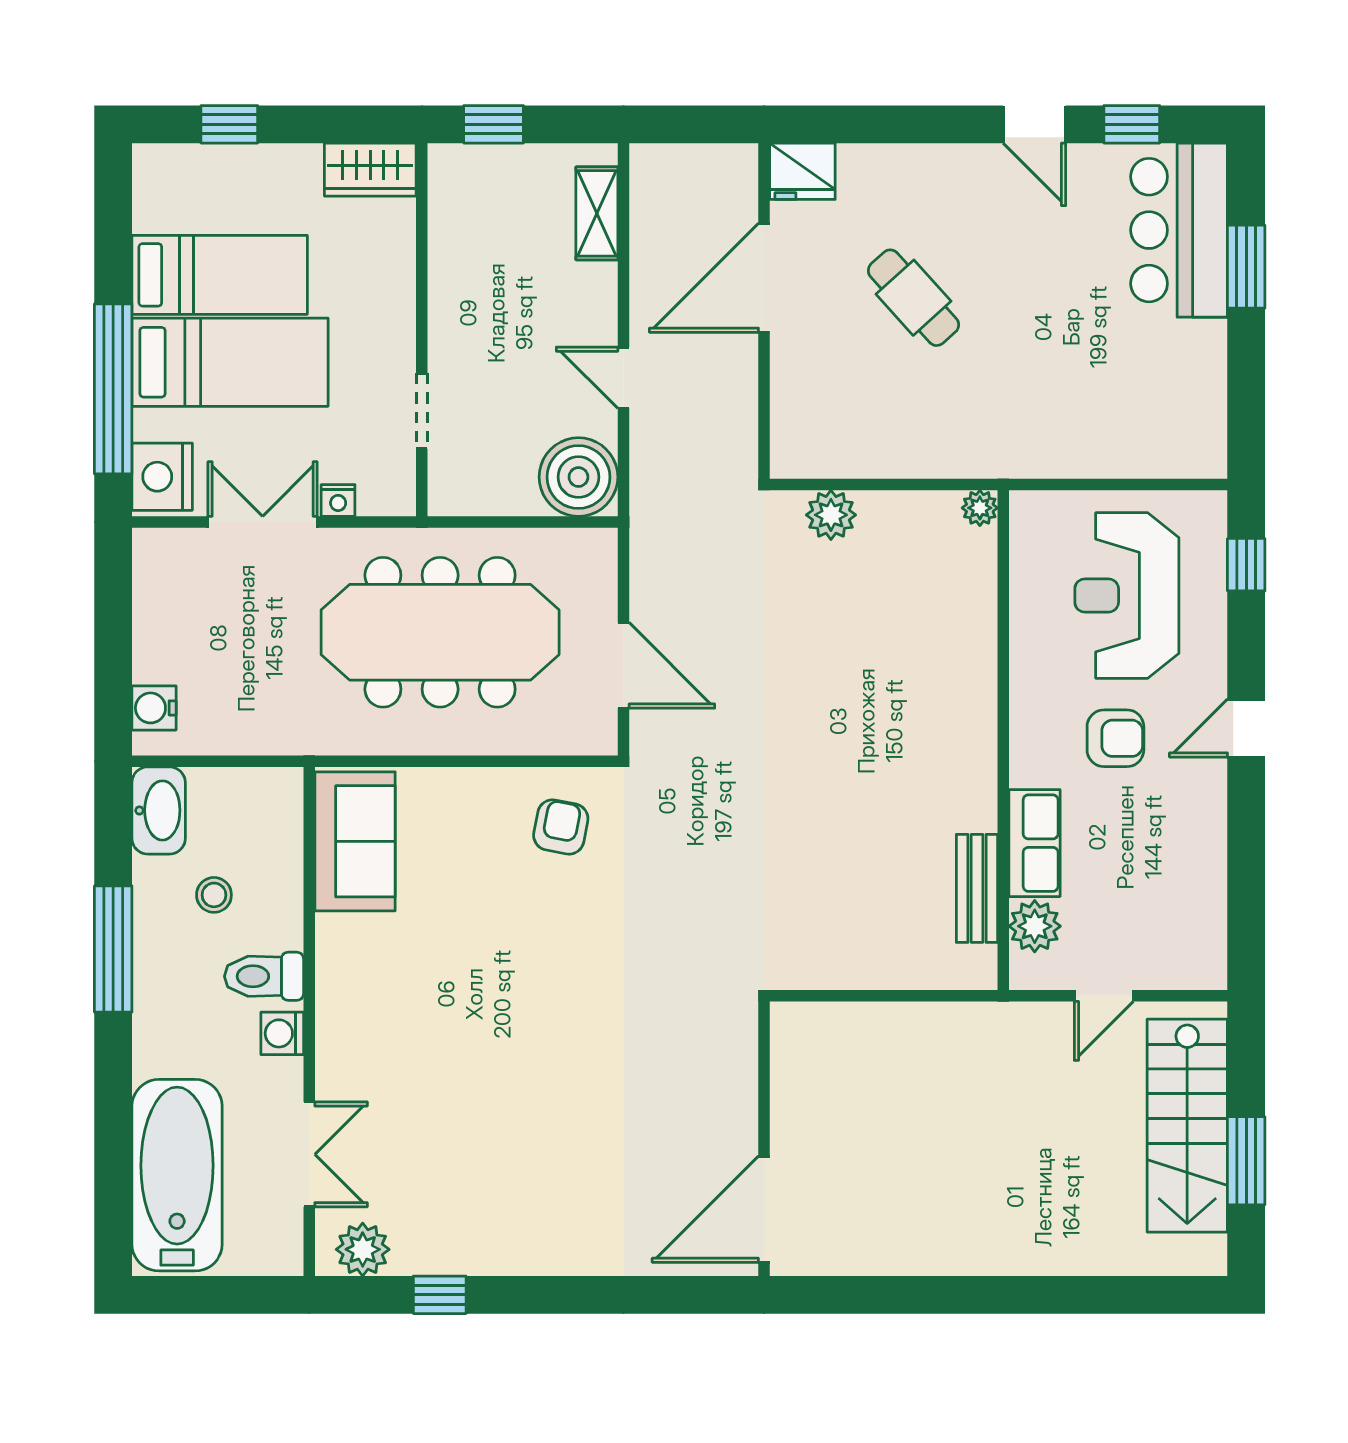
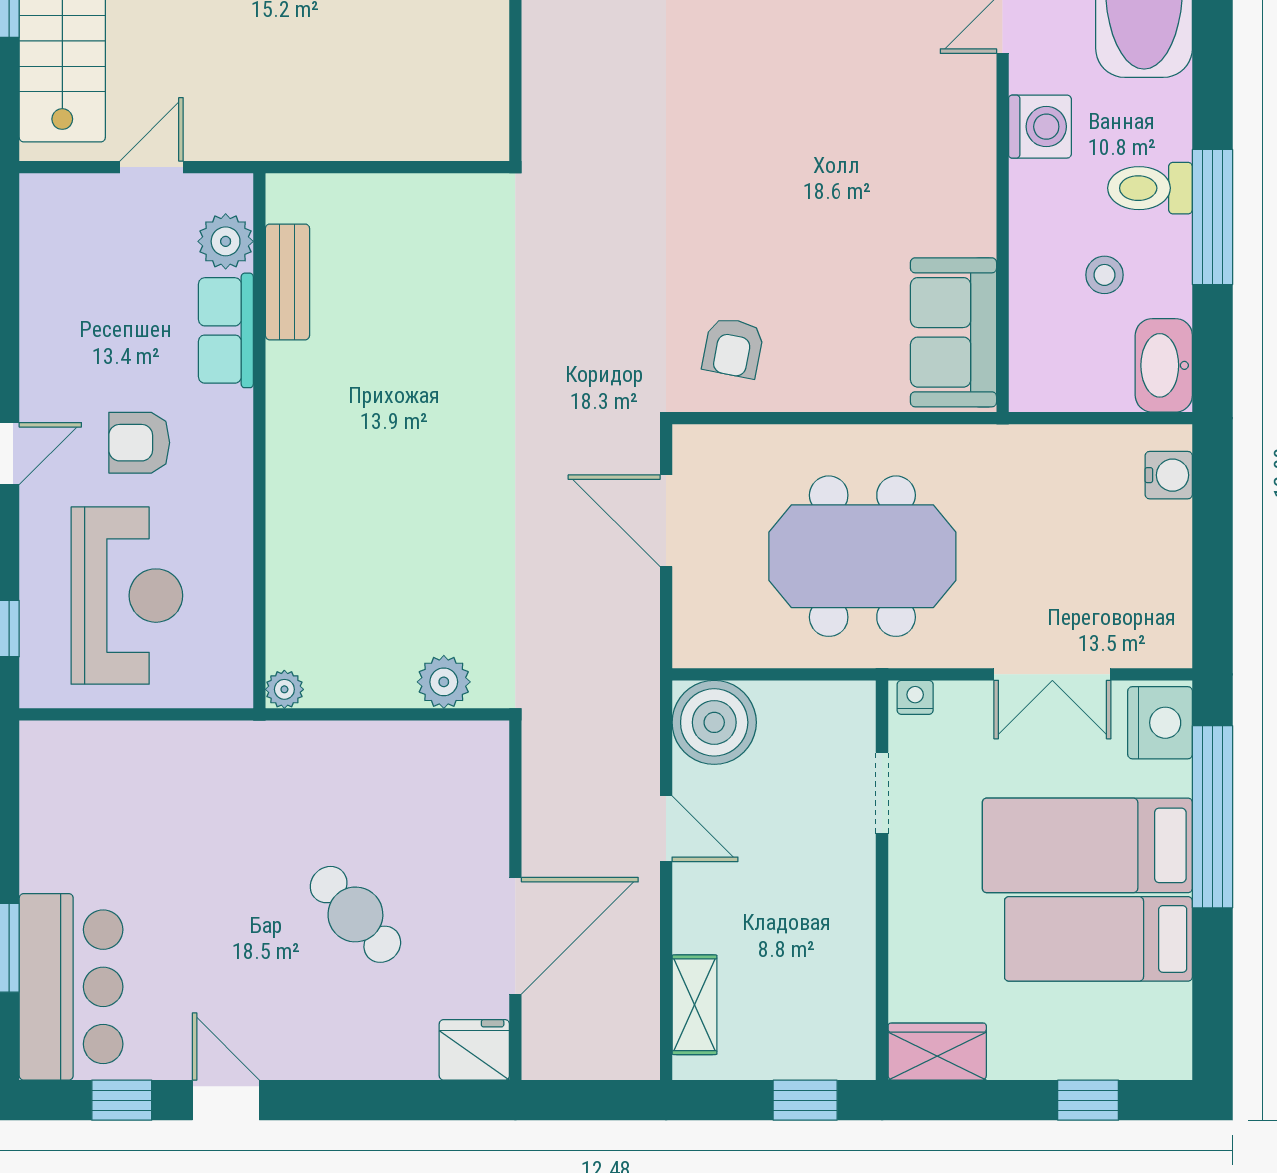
nightstand: (338, 500) -> (915, 697), moved
meeting table: (440, 632) -> (862, 556), width x0.73
toilet: (264, 976) -> (1150, 188), moved, turned 180
washing machine: (282, 1033) -> (1040, 127), width x1.38, depth x1.38

